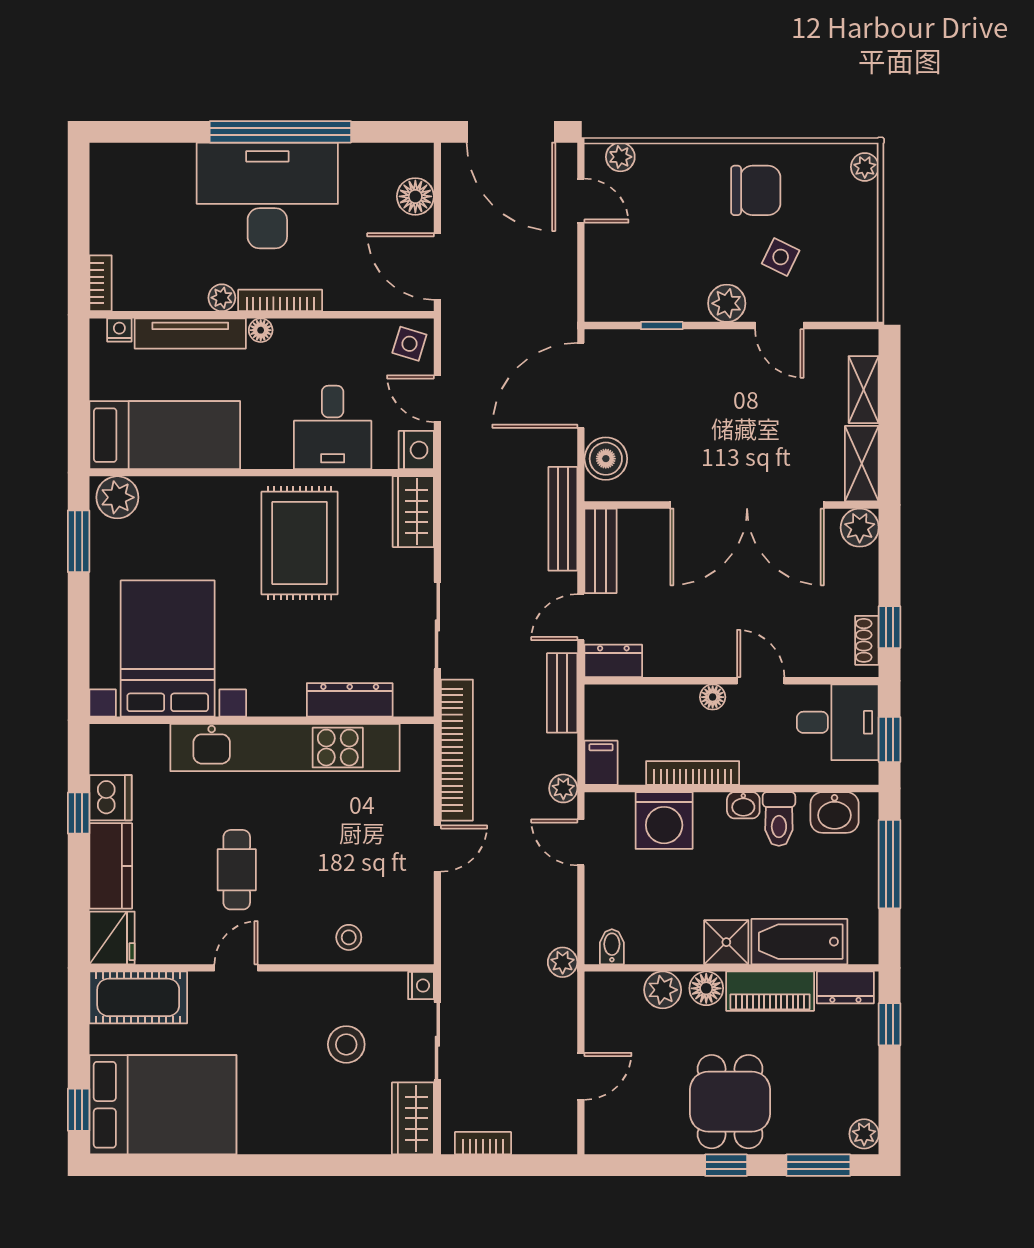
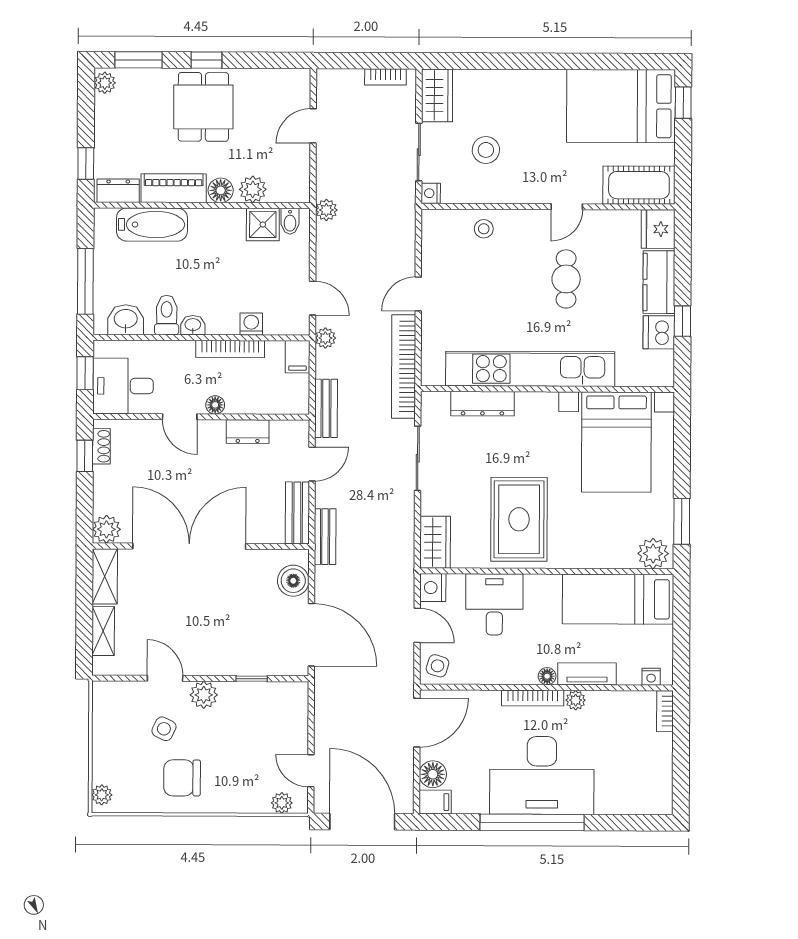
filing cabinet: (412, 159) -> (435, 802), added
door: (437, 266) -> (417, 723), hinge flipped
tv unit: (190, 333) -> (587, 674), width x0.71
door: (581, 385) -> (311, 635), hinge flipped
bench: (563, 519) -> (325, 537), width x0.73
dresser: (613, 661) -> (248, 432), moved
washing machine: (664, 820) -> (251, 324), width x0.53, depth x0.53
shower: (726, 942) -> (263, 225), moved

